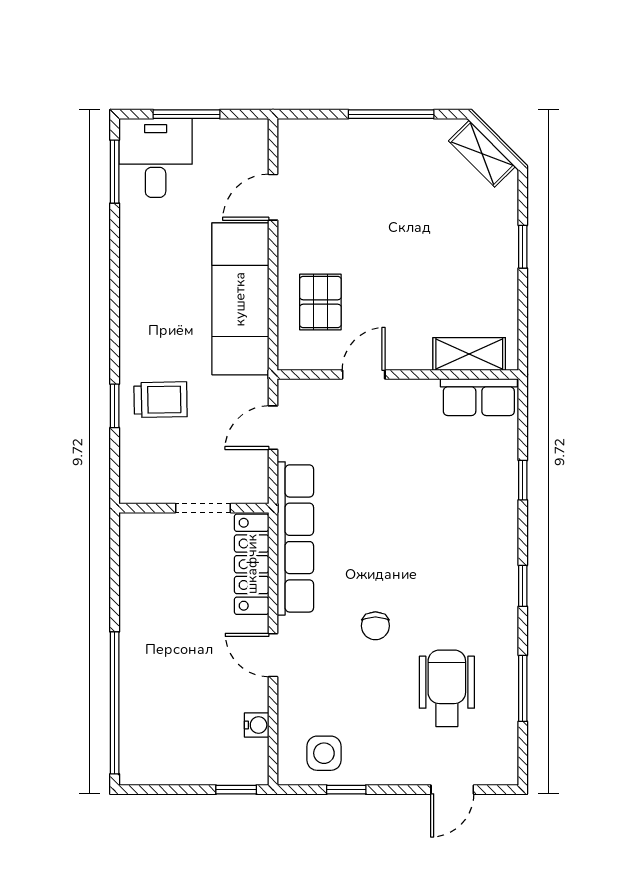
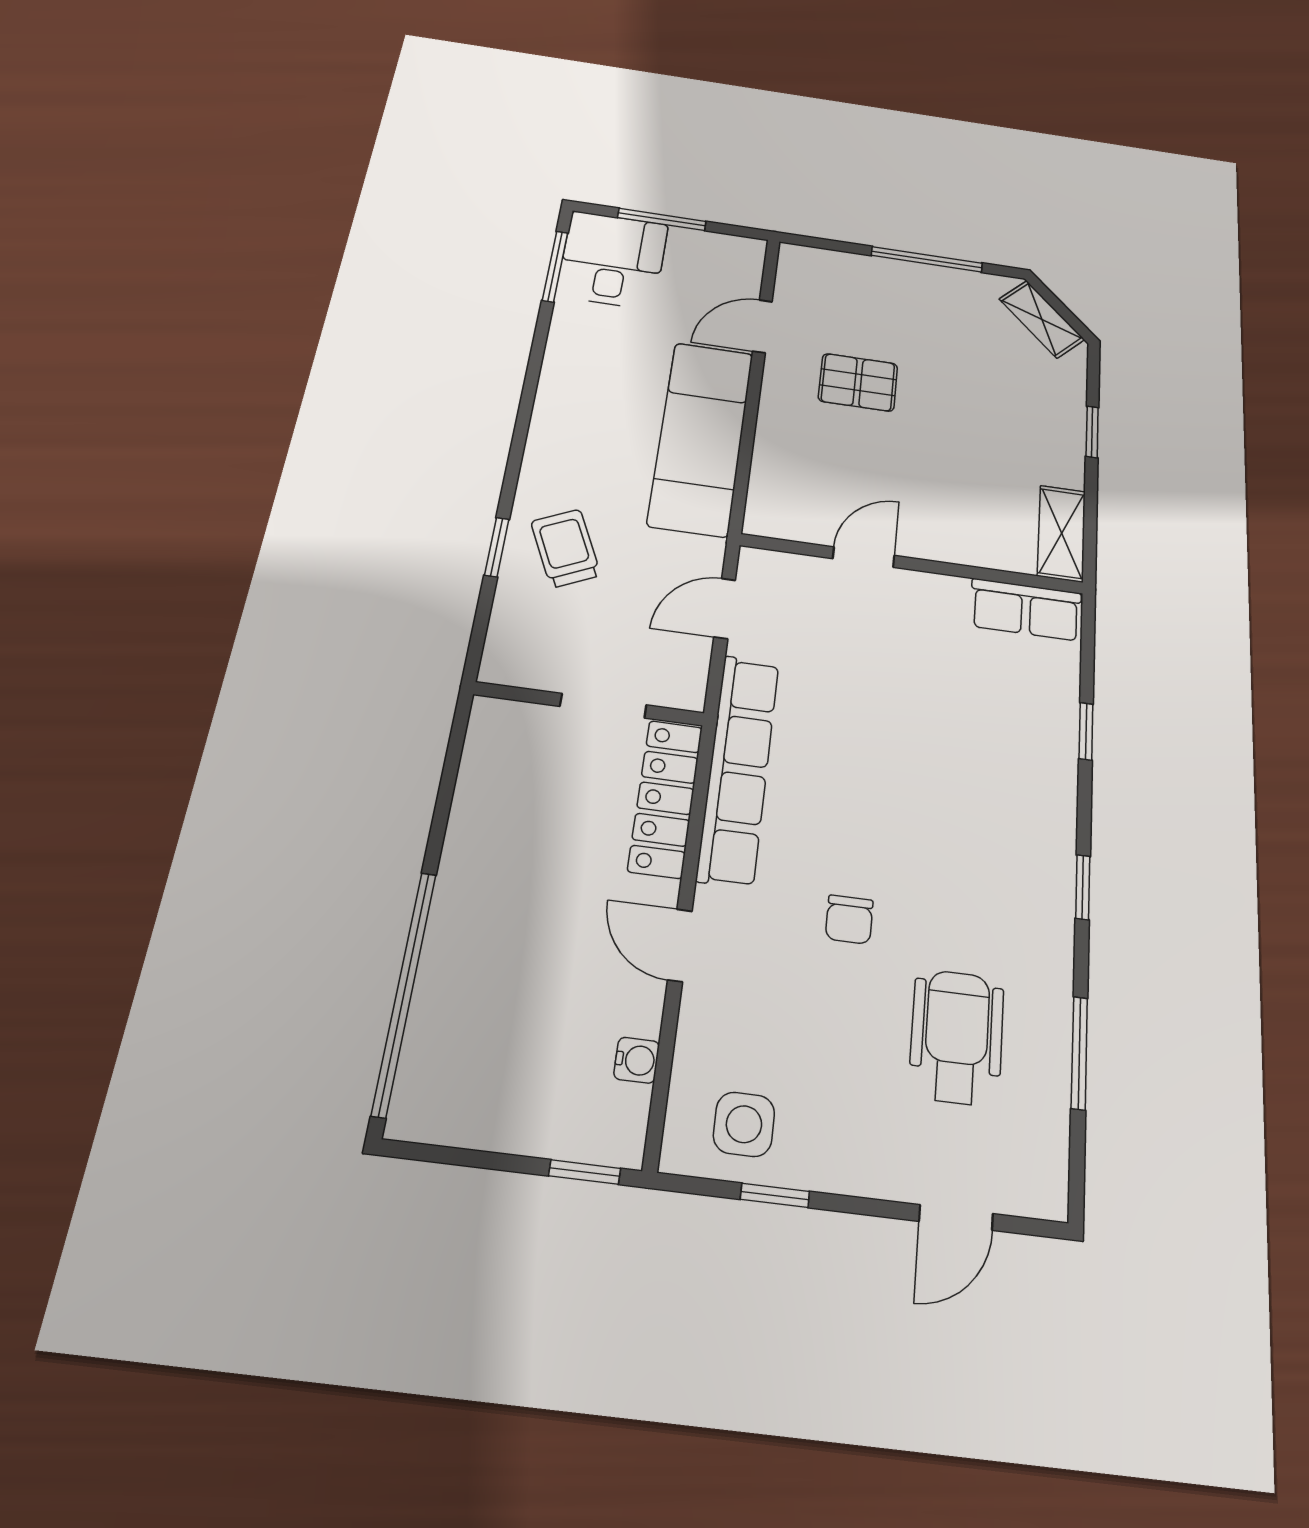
pallet: (320, 302) -> (858, 382), moved, turned 90
shelving: (469, 354) -> (1062, 533), moved, turned 90
trolley: (160, 400) -> (566, 548), turned -114

